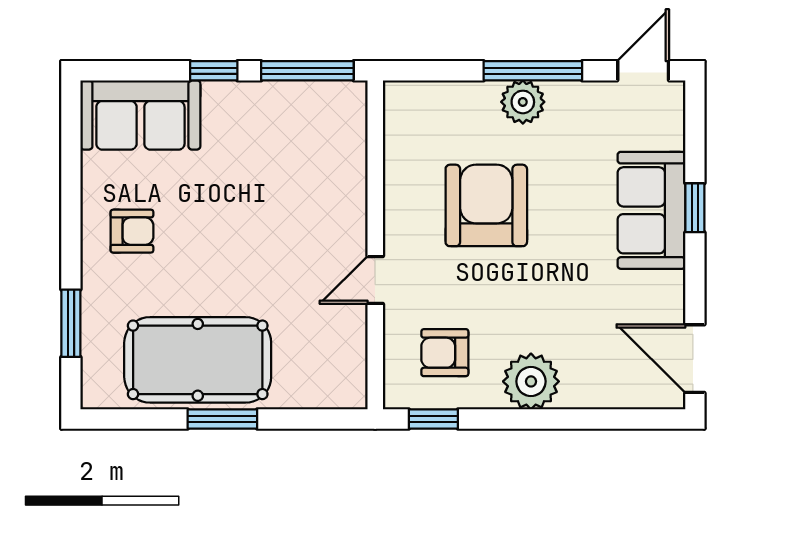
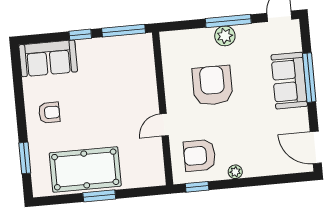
window: (695, 208) -> (309, 78), width x2.17
armchair: (445, 353) -> (200, 156), width x1.38, depth x1.38
plant: (531, 381) -> (235, 172), width x0.53, depth x0.53

